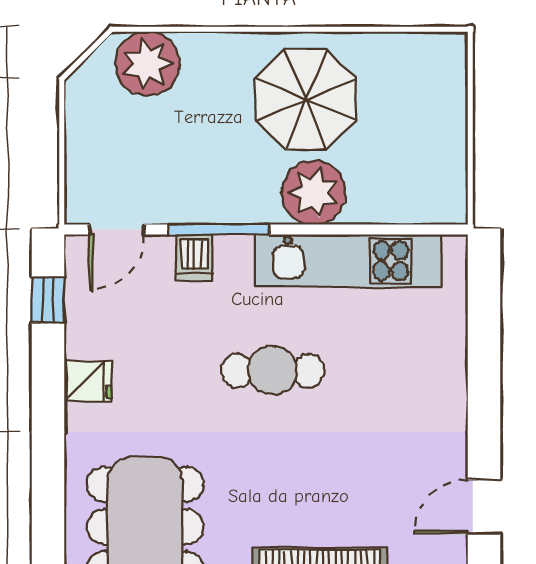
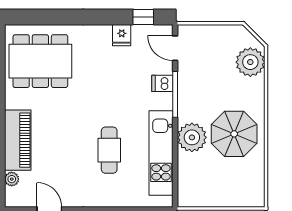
cafe table: (273, 371) -> (109, 150), moved
fridge: (88, 381) -> (122, 35), moved

